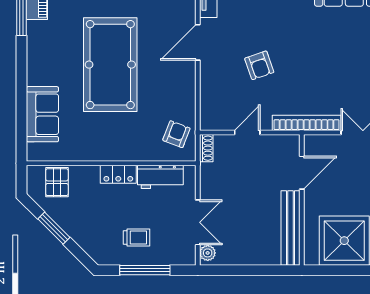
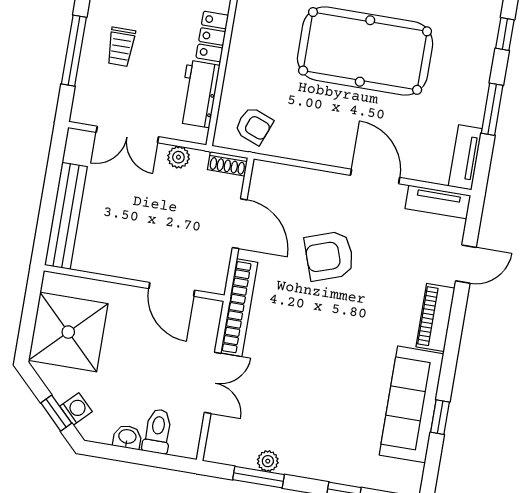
armchair: (259, 65) -> (329, 256), width x1.38, depth x1.38
door: (247, 132) -> (240, 224), width x1.38
bench: (291, 228) -> (66, 216), moved, turned 90
plant: (208, 253) -> (178, 157), moved

